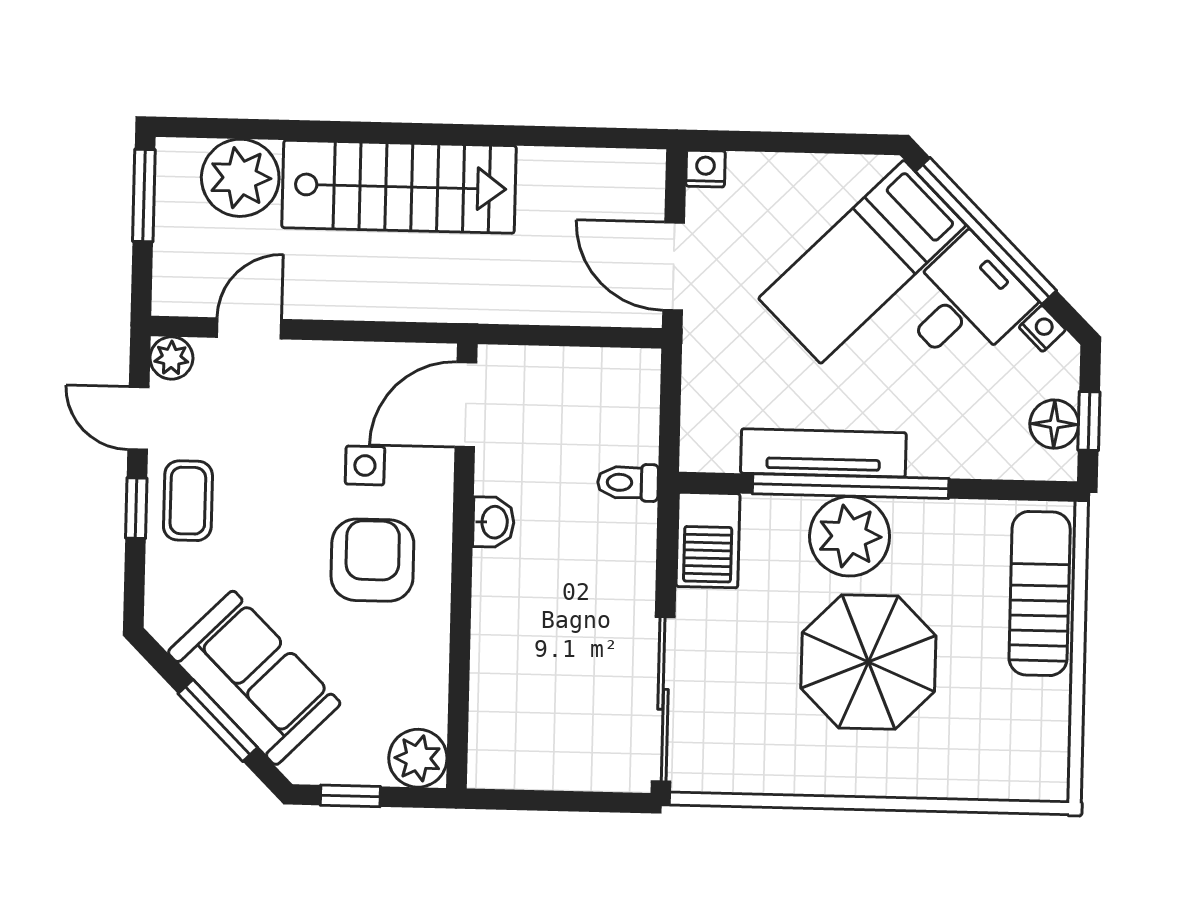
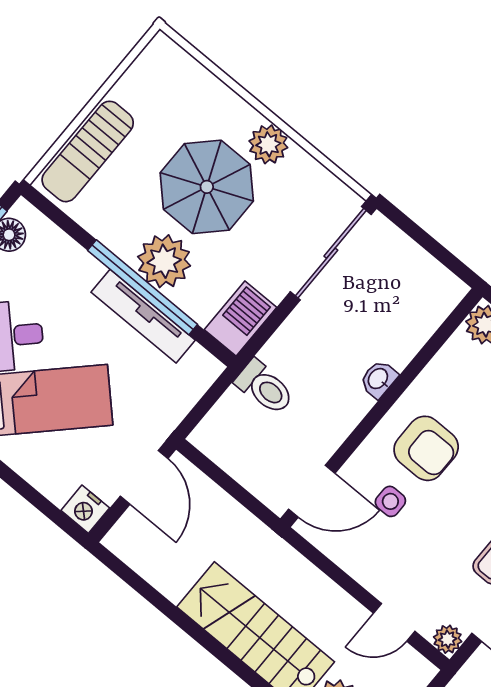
nightstand: (705, 169) -> (85, 509), width x1.39, depth x1.35
toilet: (628, 482) -> (265, 387), width x1.37, depth x1.39
washbasin: (493, 522) -> (379, 379), moved
armchair: (372, 560) -> (426, 448), turned -90
plant: (836, 768) -> (268, 144), added

